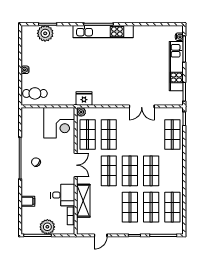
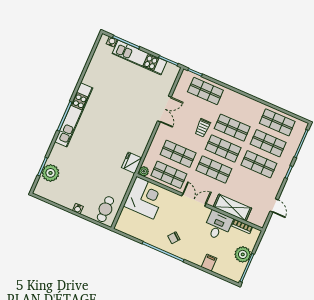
trolley: (140, 146) -> (203, 128), added

